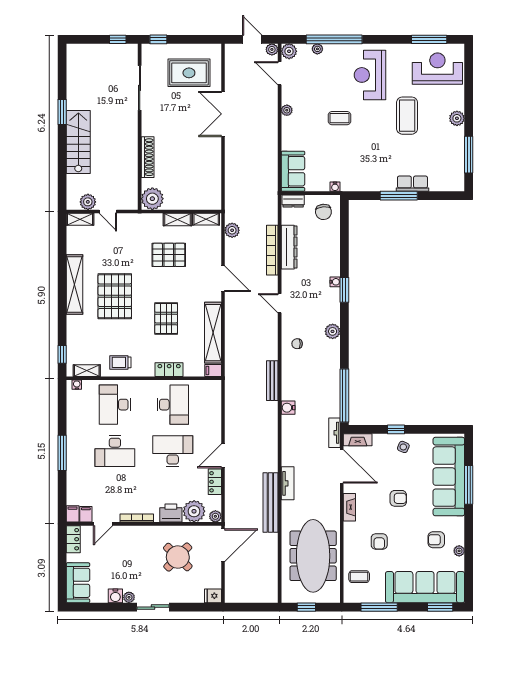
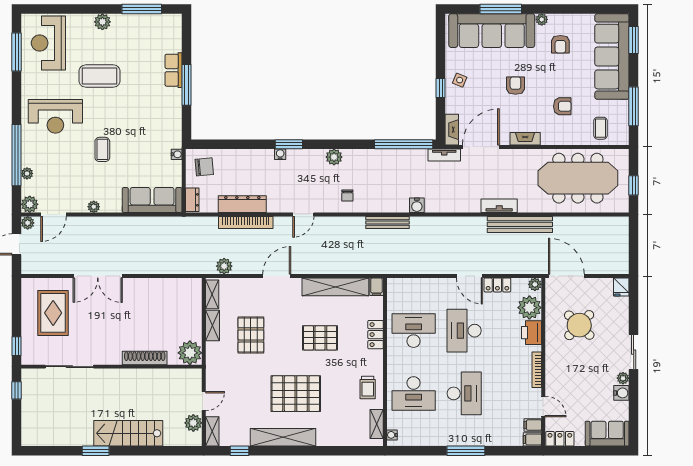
sofa: (293, 171) -> (152, 200), width x1.36
window: (62, 354) -> (240, 451), moved
plant: (459, 551) -> (542, 19), moved

